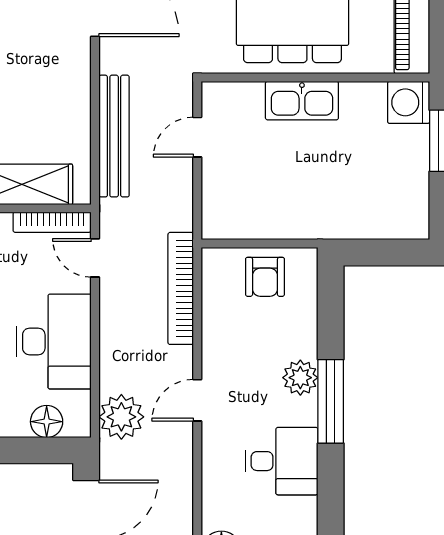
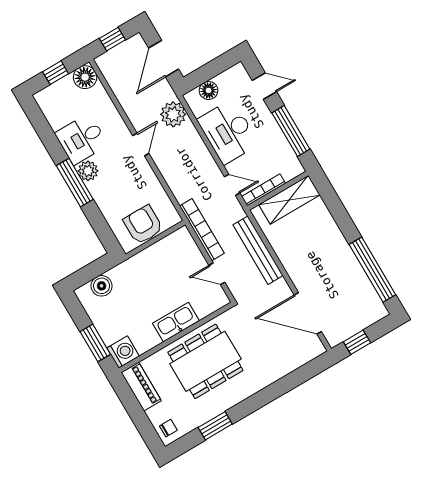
door: (197, 137) -> (217, 274), swing flipped
boiler: (382, 221) -> (102, 286), added
armchair: (265, 277) -> (143, 225), width x1.38, depth x1.38
bookcase: (181, 288) -> (202, 230), moved
plant: (300, 378) -> (88, 171), moved

